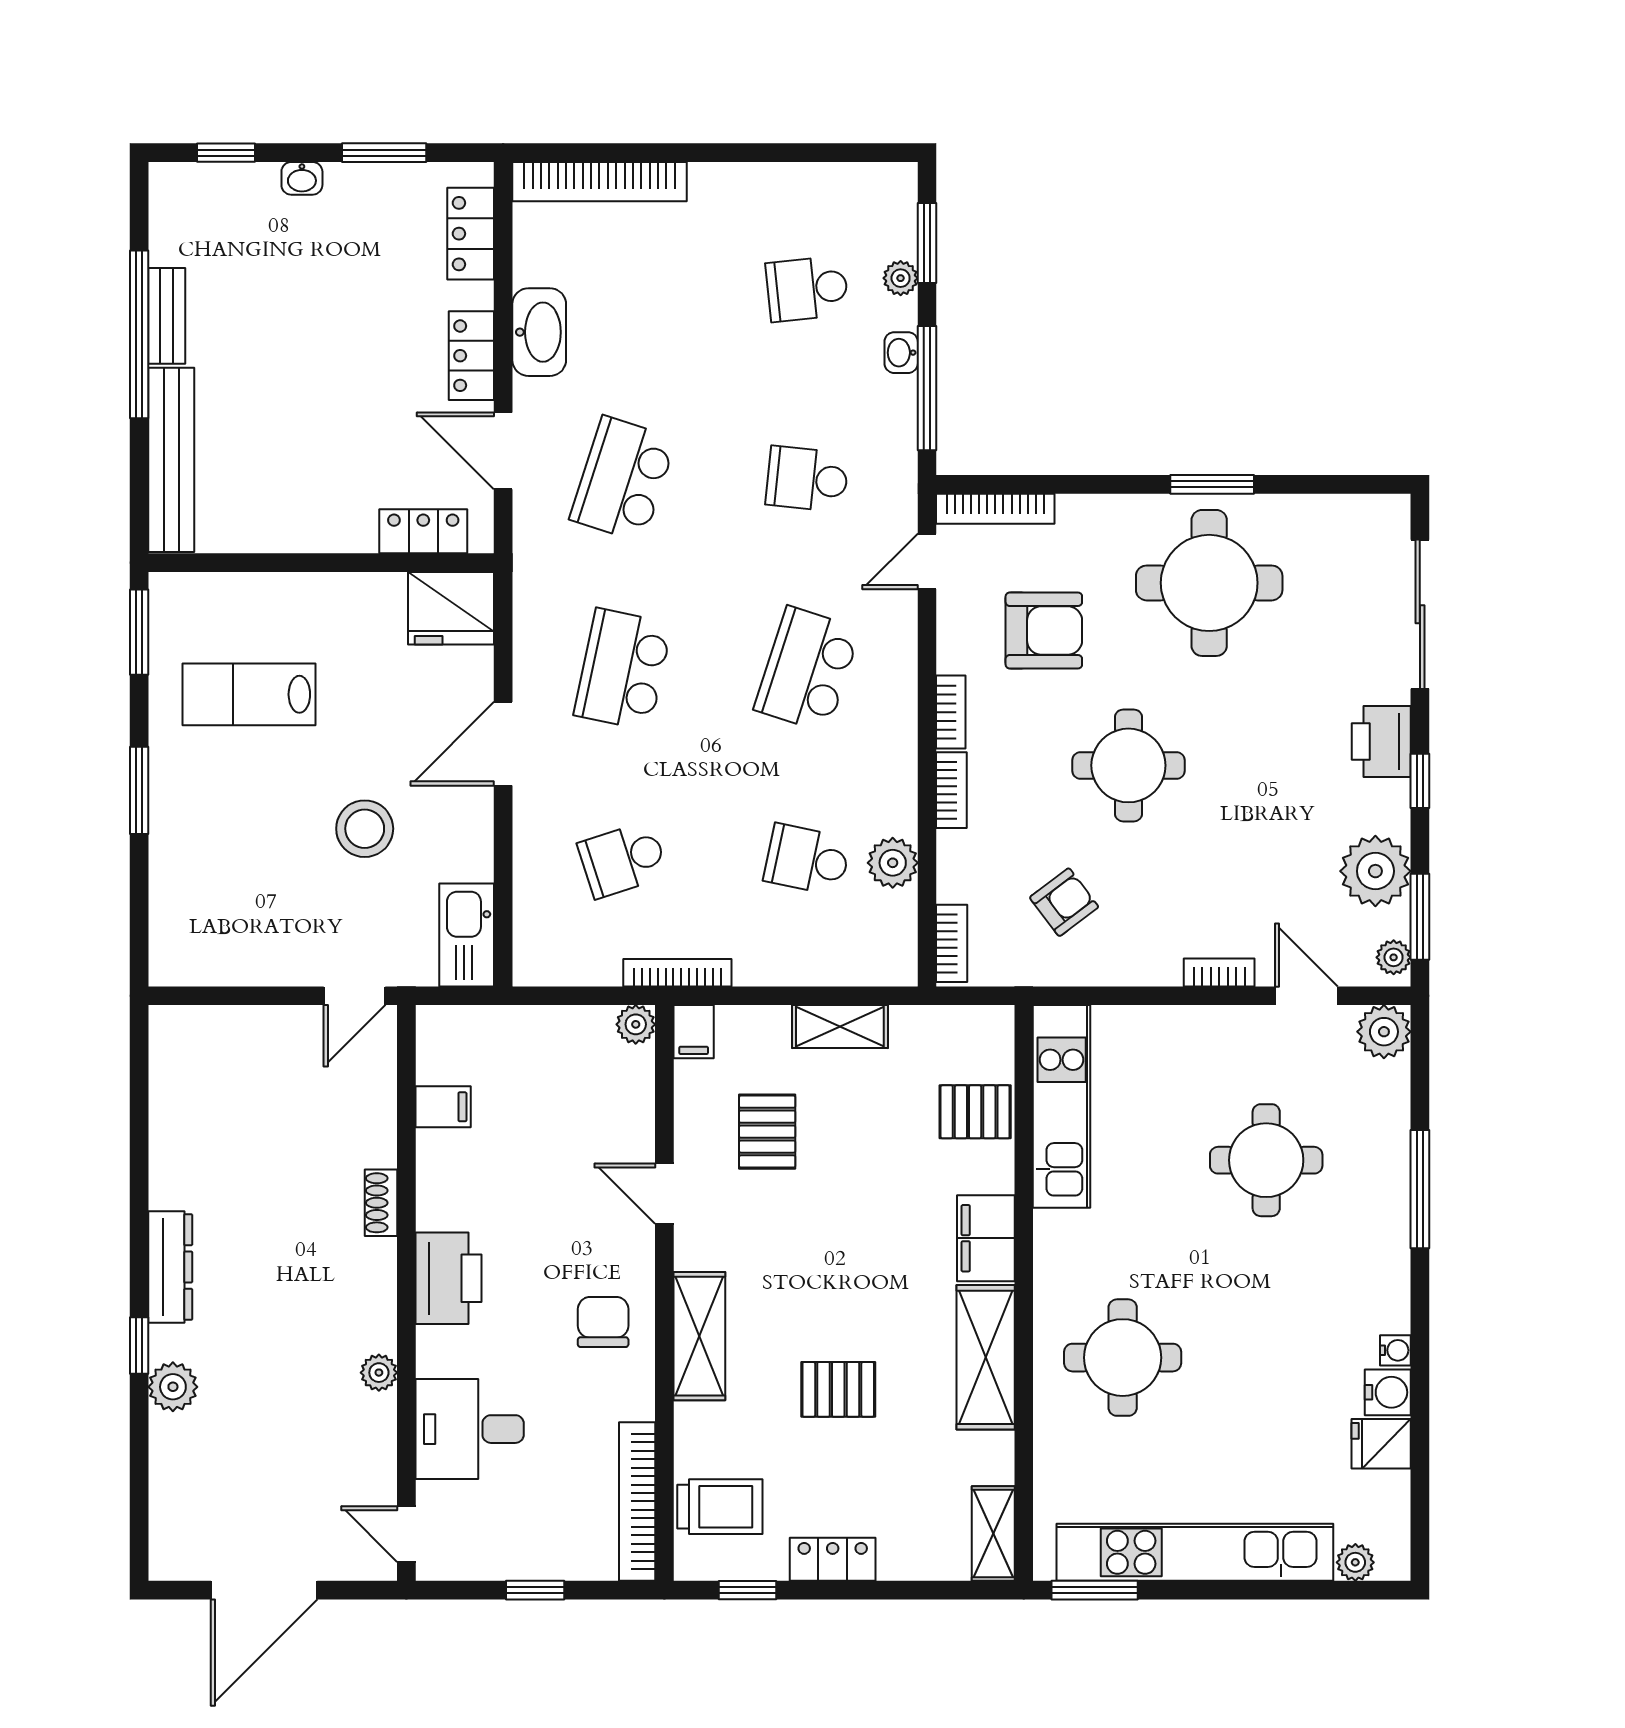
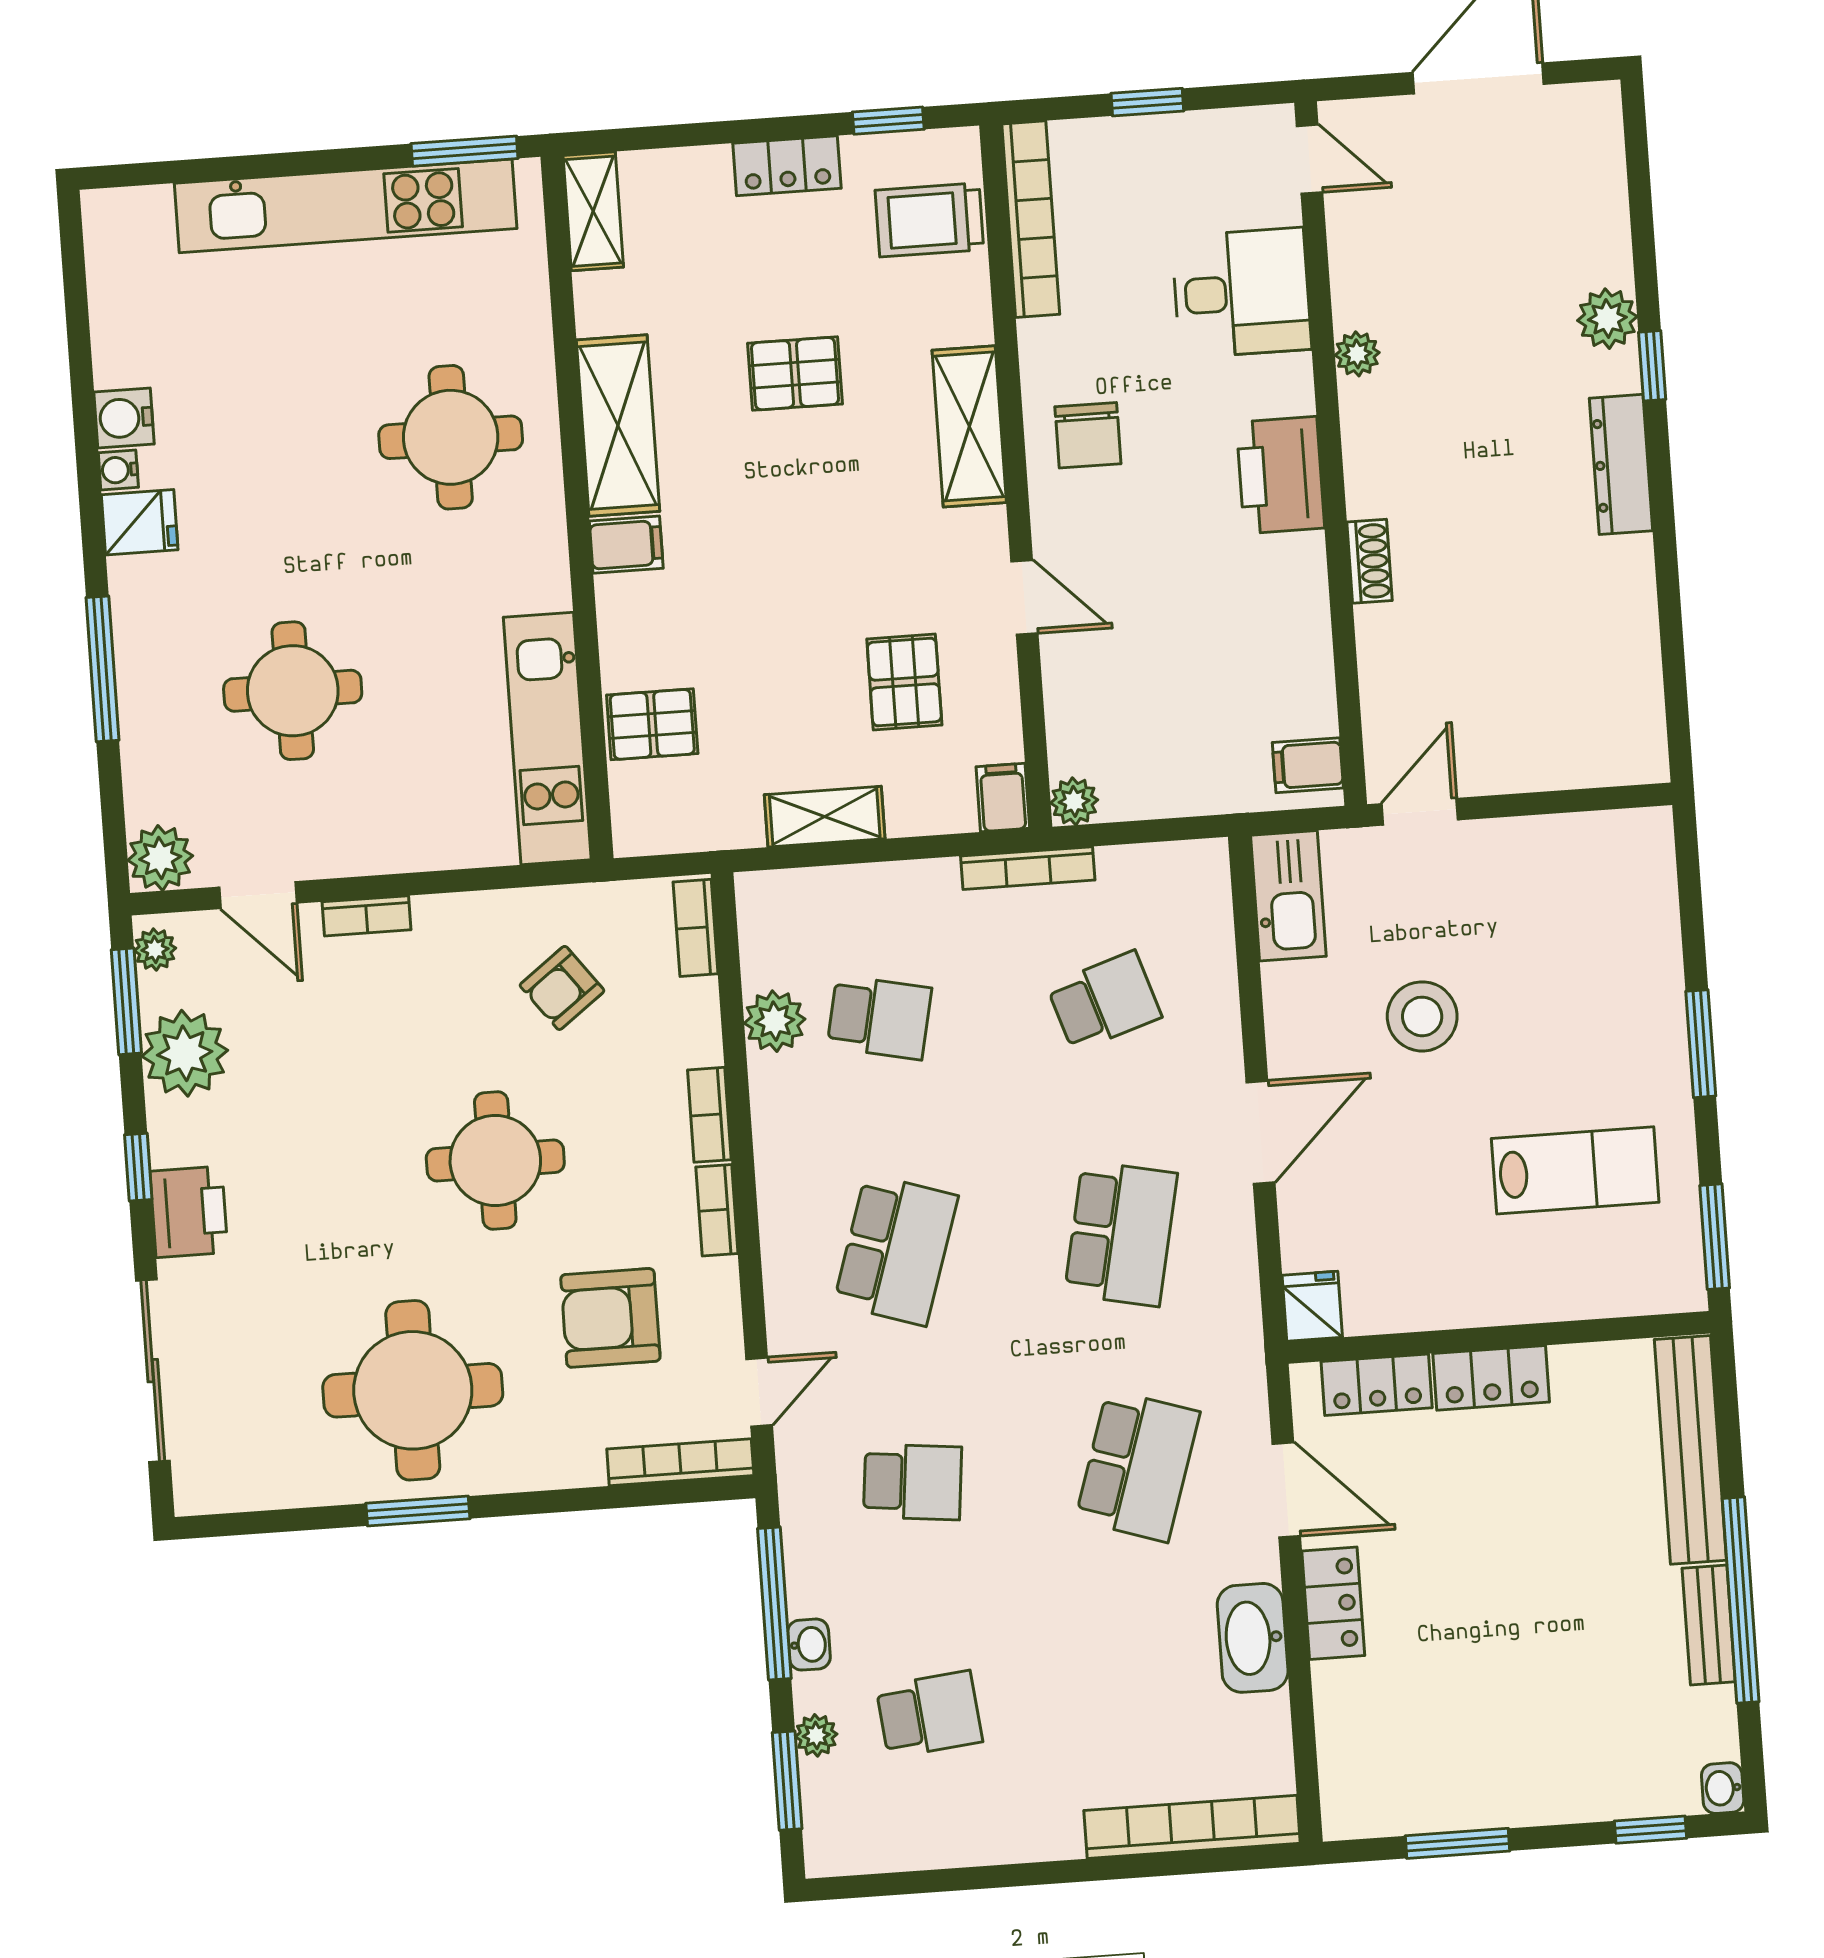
washbasin: (302, 178) -> (1723, 1788), moved, turned -90
locker: (471, 234) -> (1491, 1378), moved, turned 90
fridge: (451, 608) -> (1312, 1306), width x0.53, depth x0.75
filing cabinet: (443, 1107) -> (1308, 765), moved
filing cabinet: (986, 1238) -> (626, 545), width x0.50
fridge: (1381, 1444) -> (140, 522), moved
plant: (1355, 1562) -> (149, 208), removed

